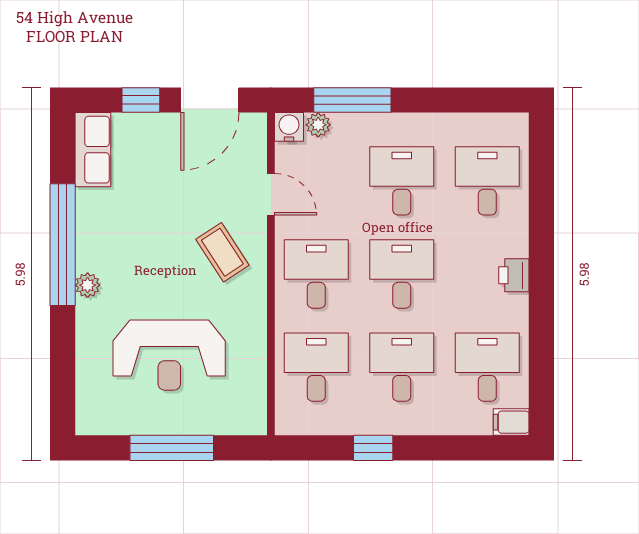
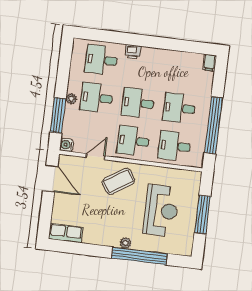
window: (141, 100) -> (46, 209), removed
plant: (318, 125) -> (71, 99), moved
window: (63, 245) -> (139, 256), moved
coffee table: (222, 252) -> (118, 181), width x1.36, depth x1.30
printer: (514, 275) -> (133, 52), moved
desk: (487, 367) -> (184, 70), removed
window: (373, 448) -> (214, 125), width x3.17

